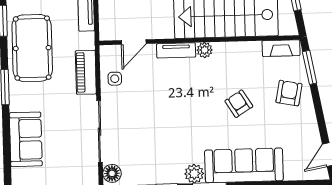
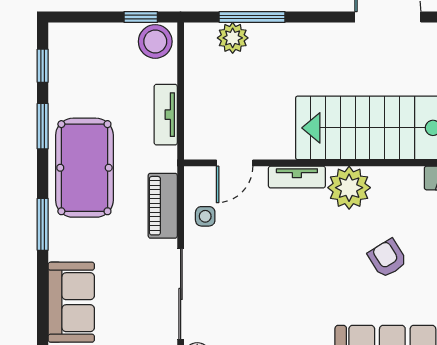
plant: (205, 50) -> (349, 188), width x1.87, depth x1.87

